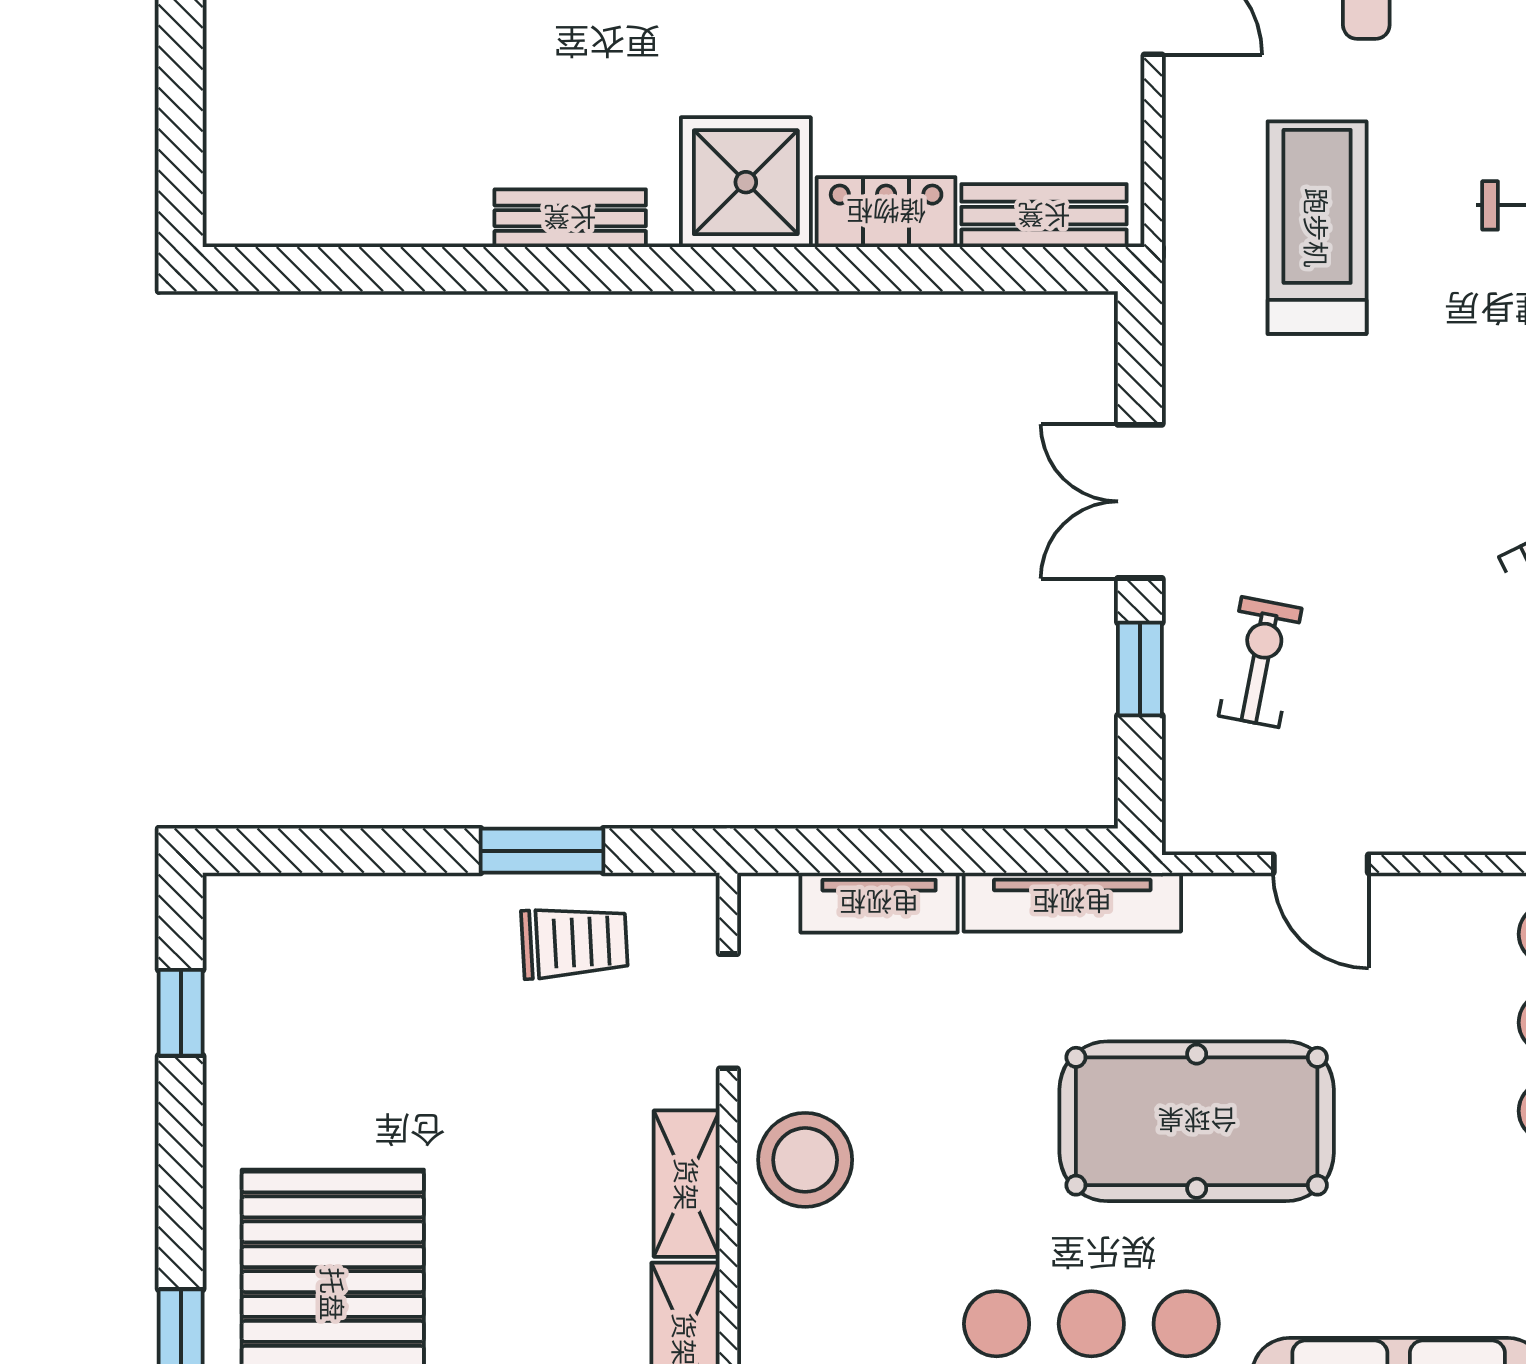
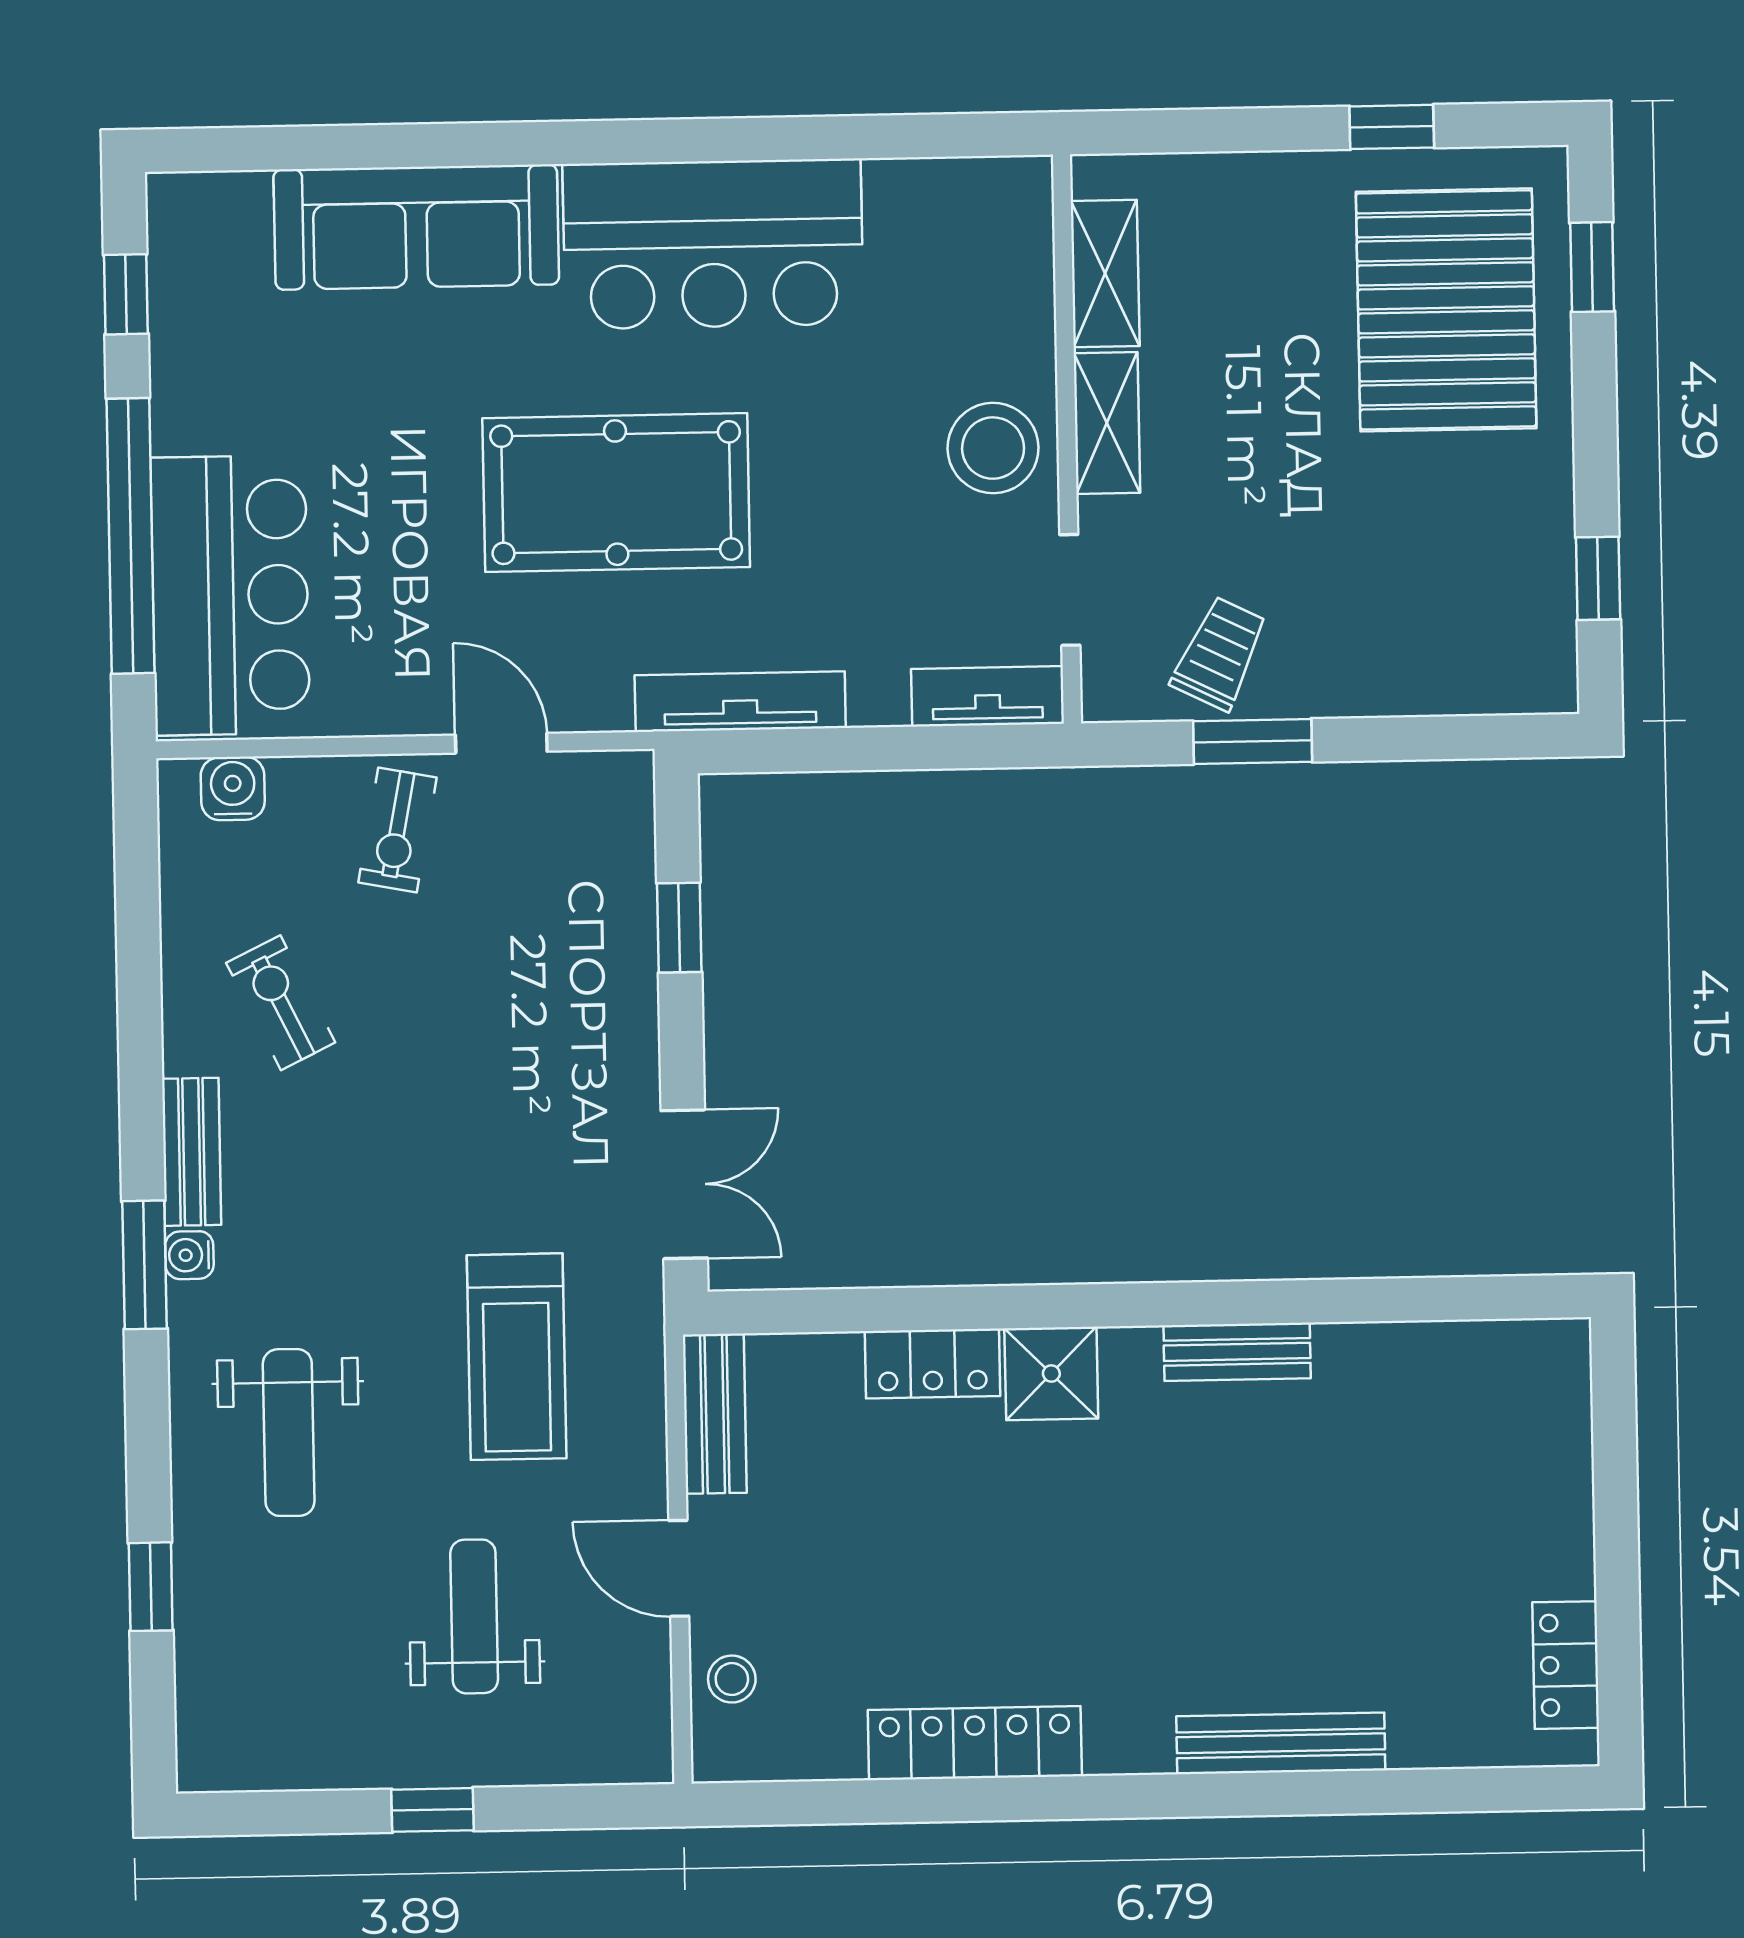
shower: (746, 182) -> (1051, 1373), width x0.73, depth x0.73
bench: (1044, 216) -> (715, 1414), moved, turned 90
double door: (1140, 501) -> (684, 1184), moved
exercise bike: (1260, 662) -> (397, 830), moved
tv unit: (879, 903) -> (988, 696), moved
trolley: (574, 942) -> (1220, 654), turned 119

